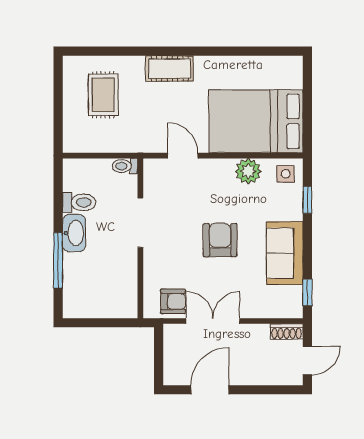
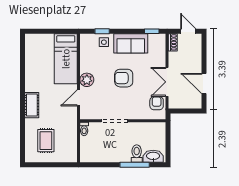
rug: (103, 95) -> (46, 141), turned 90
bed: (256, 121) -> (66, 59), width x0.67
plant: (248, 171) -> (87, 80), moved
side table: (286, 174) -> (104, 42), moved
toilet: (79, 202) -> (137, 154), moved
washbasin: (74, 233) -> (153, 156), moved

